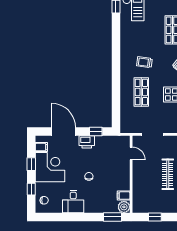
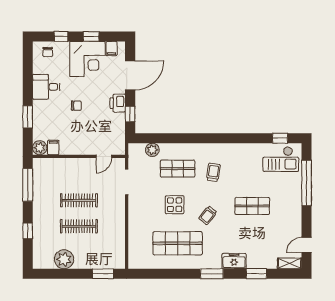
plant: (126, 113) -> (152, 150), added
window: (112, 217) -> (28, 117), moved
window: (155, 217) -> (28, 185), width x2.17

